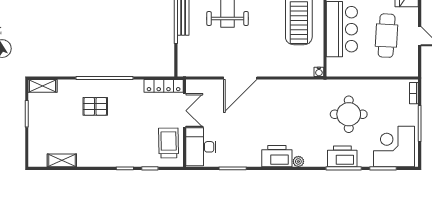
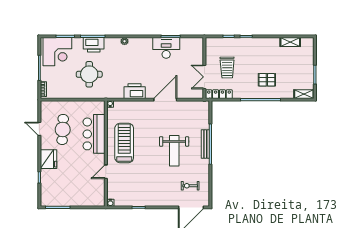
trolley: (169, 143) -> (227, 67), moved
desk: (201, 147) -> (166, 48), moved, turned -90
printer: (277, 156) -> (135, 91), moved, turned 180

